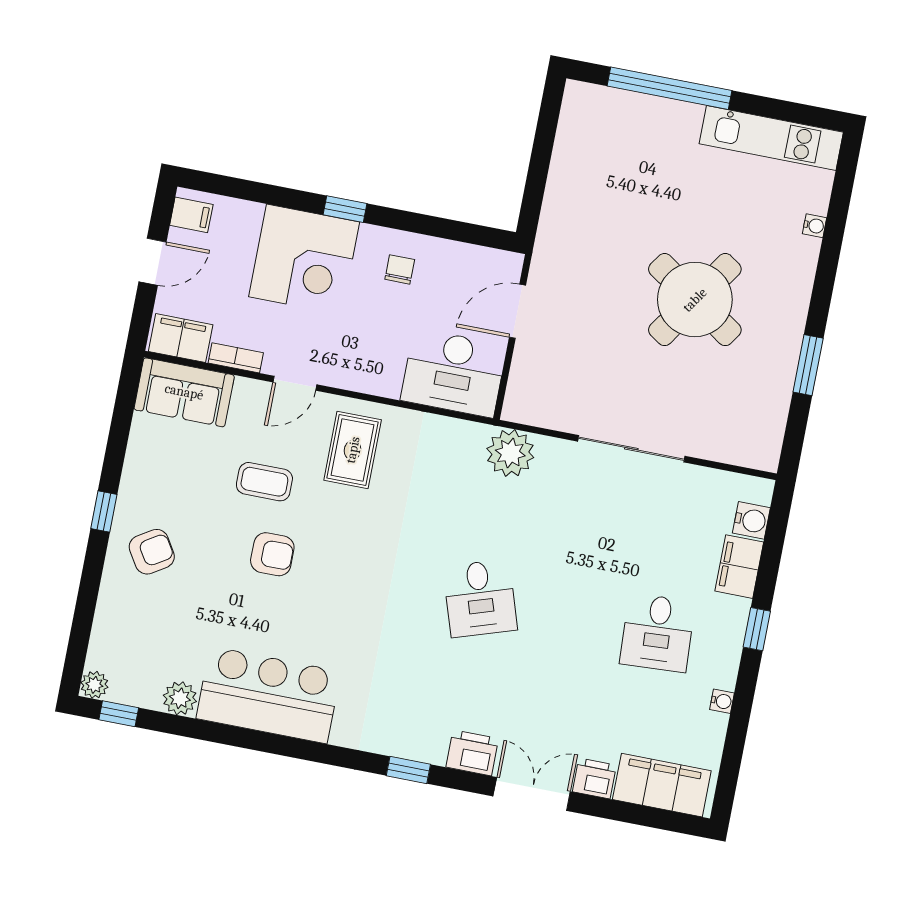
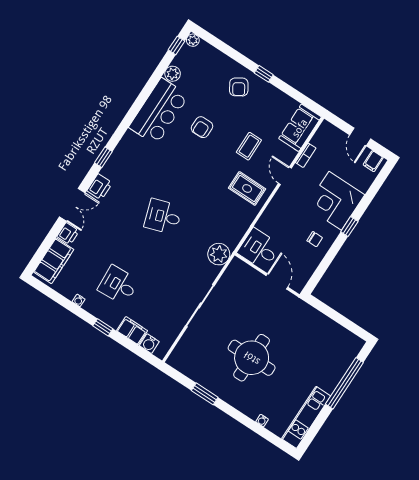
round table: (695, 300) -> (252, 358), turned -34
filing cabinet: (181, 338) -> (323, 136), removed
desk: (454, 373) -> (259, 249), width x0.73
armchair: (272, 554) -> (202, 127), moved

